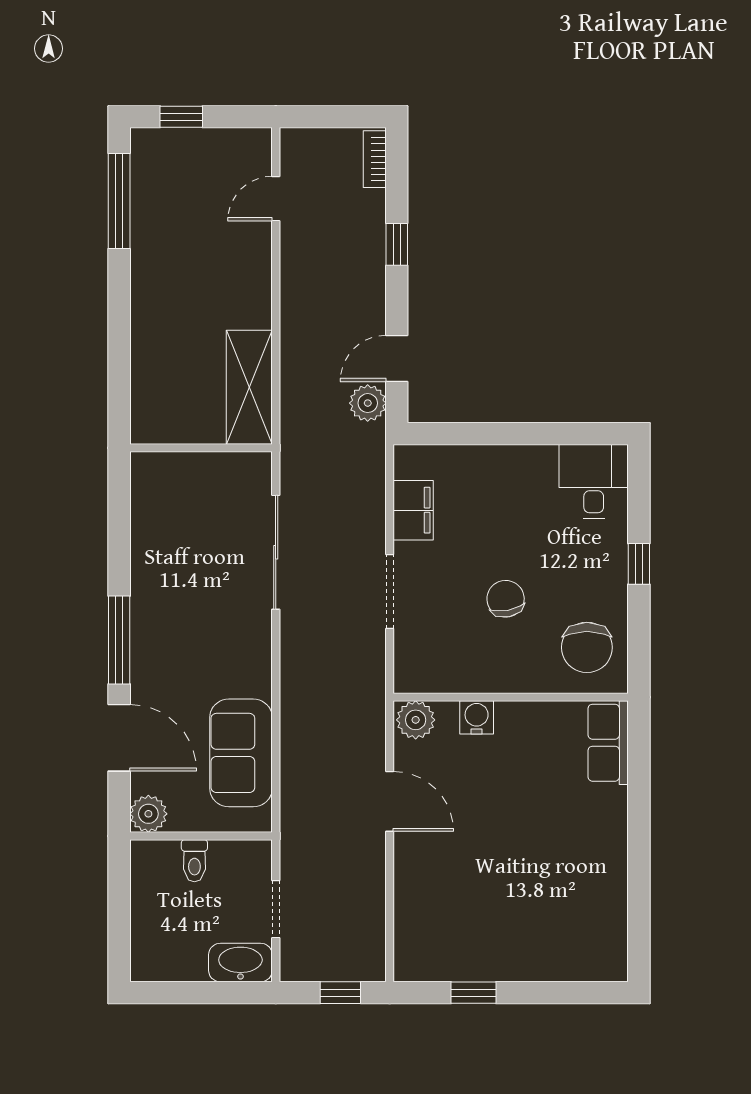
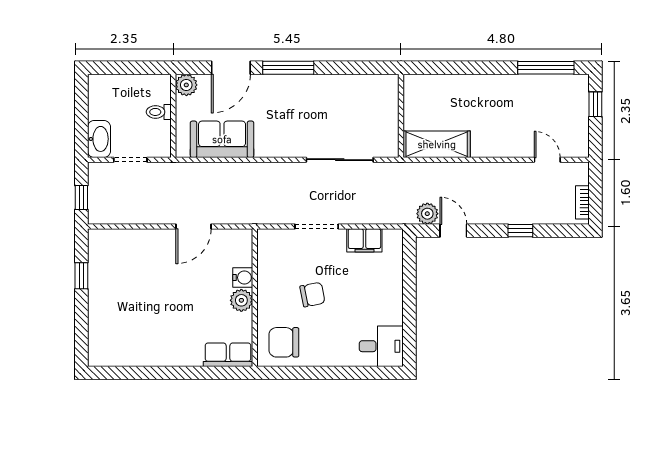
bookcase: (375, 159) -> (582, 202), moved, turned -90
window: (639, 564) -> (333, 373), removed
plant: (416, 720) -> (241, 300), moved

